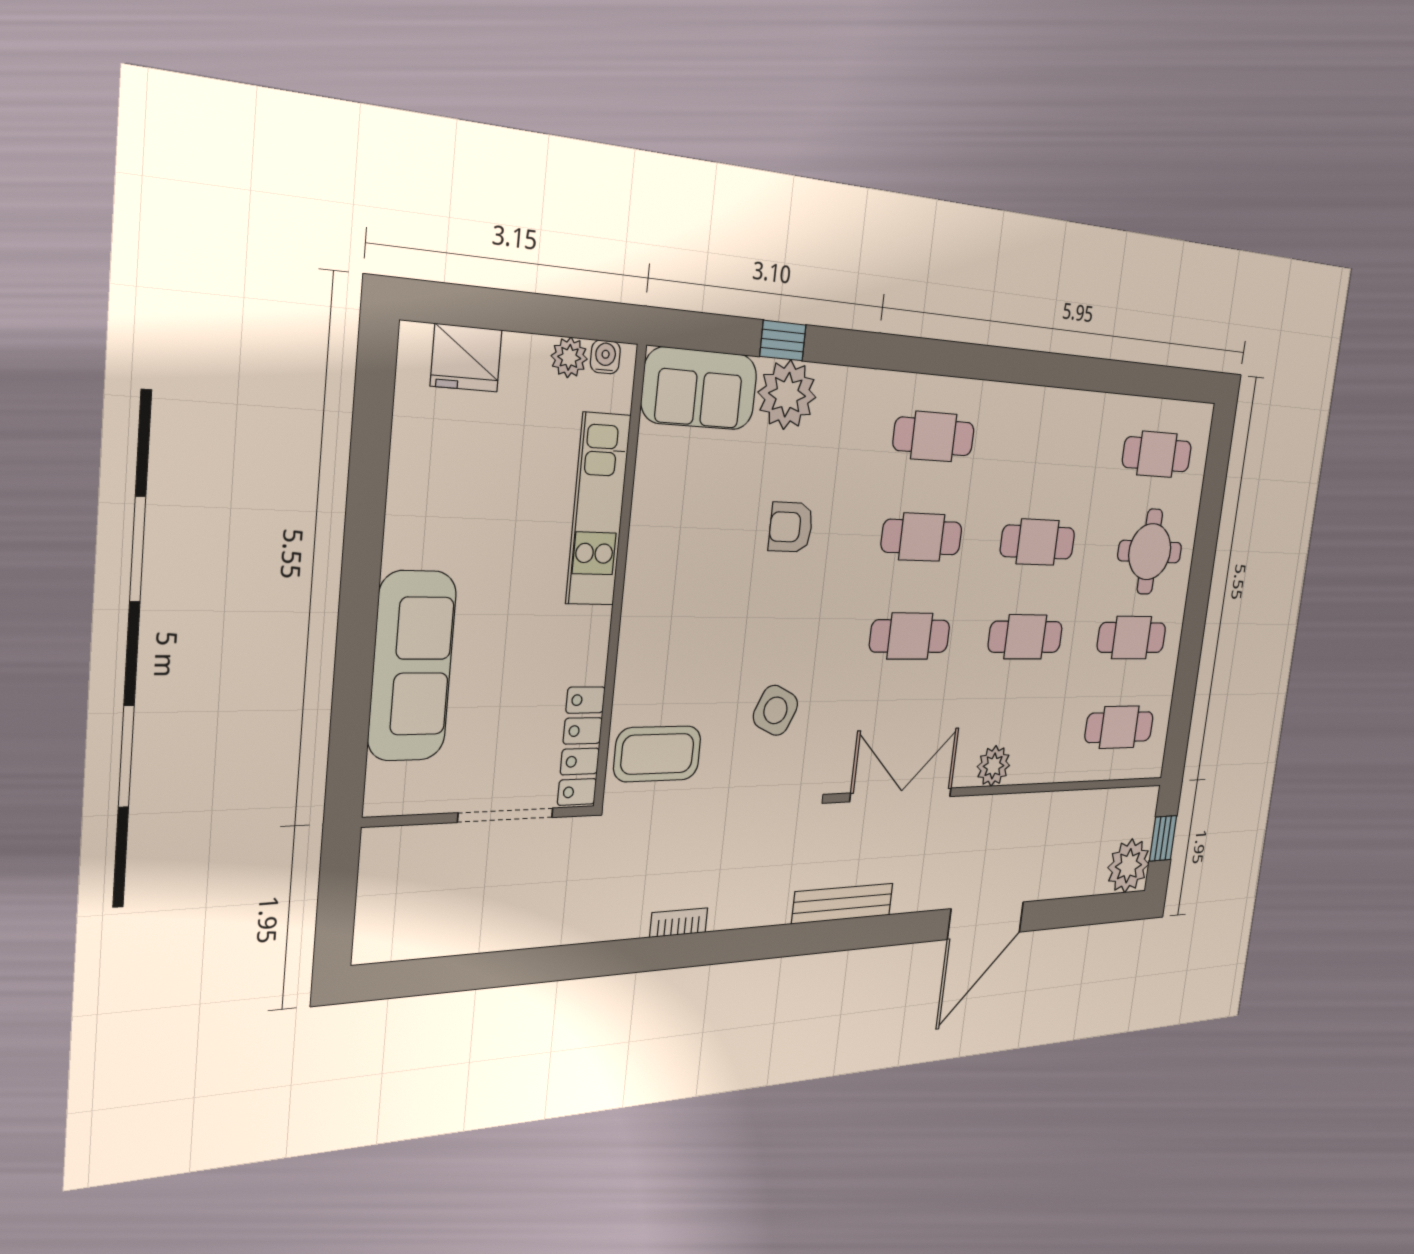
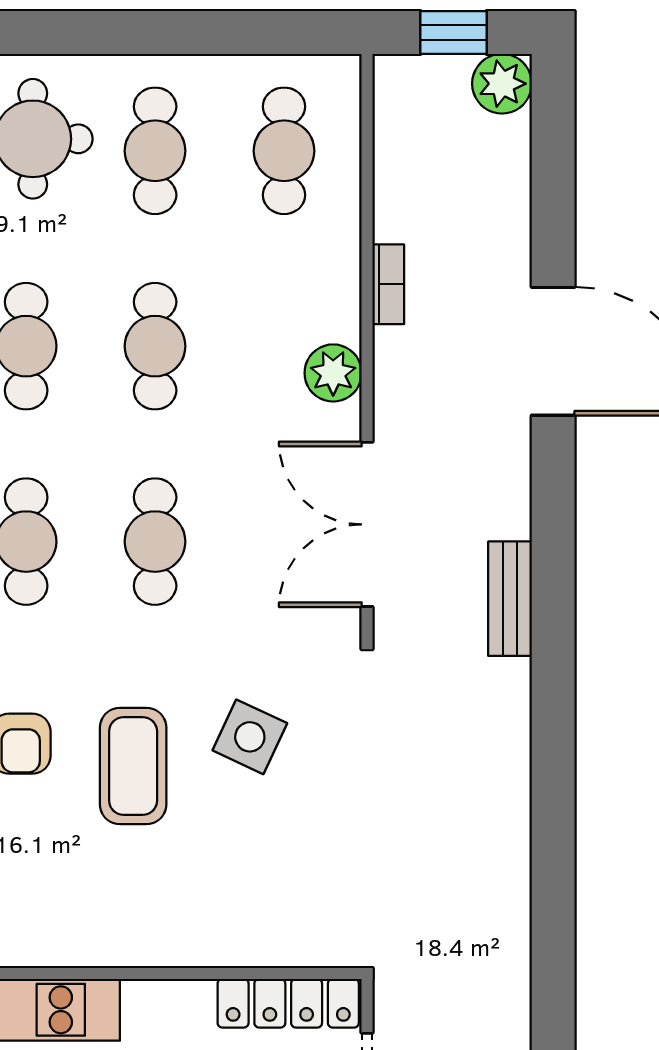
coffee table: (657, 754) -> (133, 766), moved
plant: (1128, 866) -> (502, 84), width x0.73, depth x0.73
bench: (843, 904) -> (510, 599), width x0.73
bookcase: (679, 923) -> (388, 284), moved, turned 180

